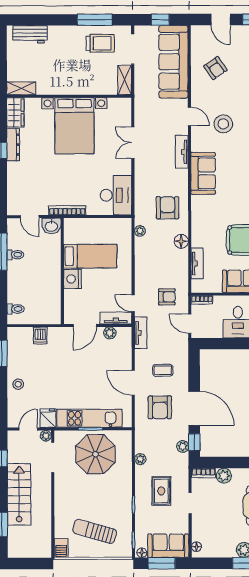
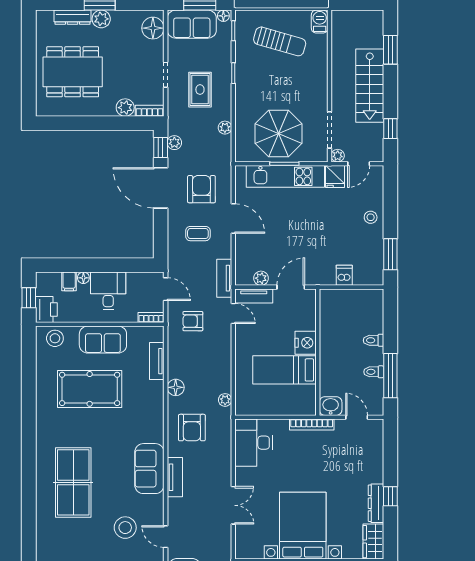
tv unit: (182, 152) -> (175, 477), moved
toilet: (16, 309) -> (373, 340), moved
floor lamp: (196, 547) -> (153, 28), width x1.89, depth x1.89

